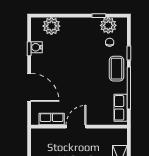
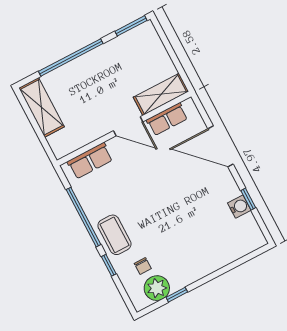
plant: (51, 26) -> (234, 246), removed
row of seats: (121, 108) -> (90, 161), moved, turned 90
door: (76, 127) -> (128, 126), hinge flipped
shelving: (48, 135) -> (161, 94), added

